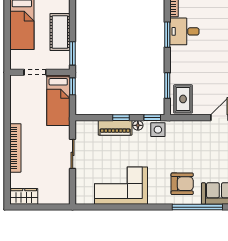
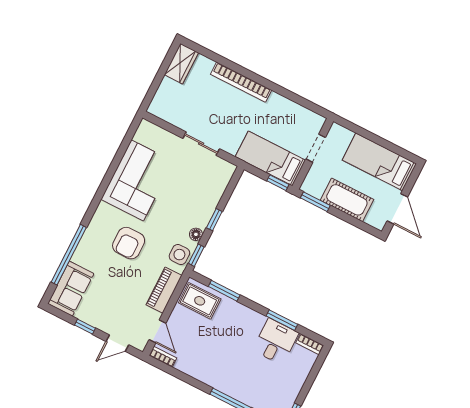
piano: (115, 128) -> (164, 290), moved
armchair: (182, 184) -> (129, 243), moved

